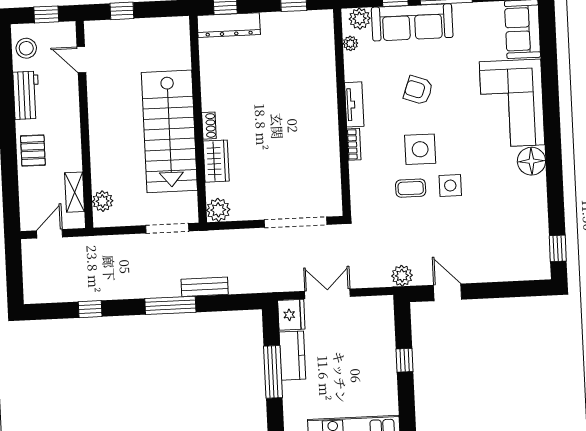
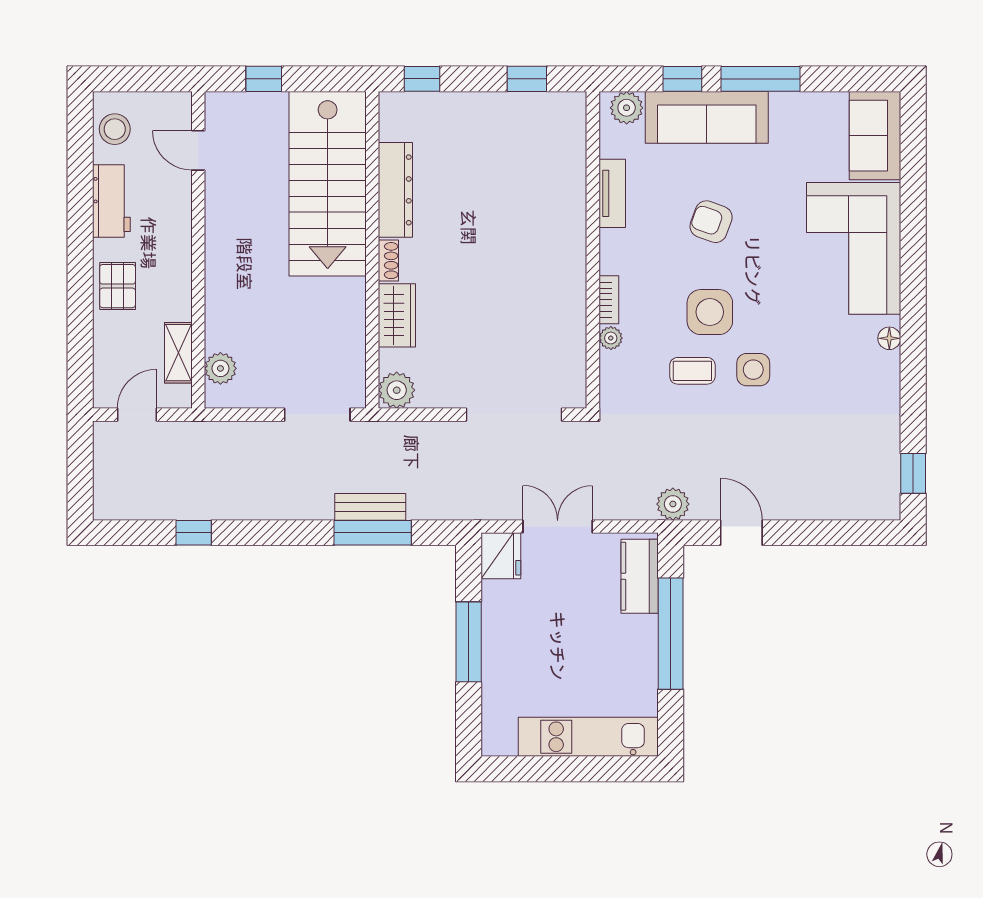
window: (46, 14) -> (148, 79), removed
dresser: (229, 25) -> (395, 190), moved, turned -90
plant: (350, 43) -> (611, 338), moved
tv unit: (354, 104) -> (612, 193), moved
stairs: (169, 131) -> (328, 184), moved
floor lamp: (531, 161) -> (889, 338), width x0.53, depth x0.53
window: (170, 305) -> (373, 533), moved
kitchen counter: (292, 356) -> (640, 576), moved, turned 180
window: (404, 360) -> (671, 634), width x3.17

